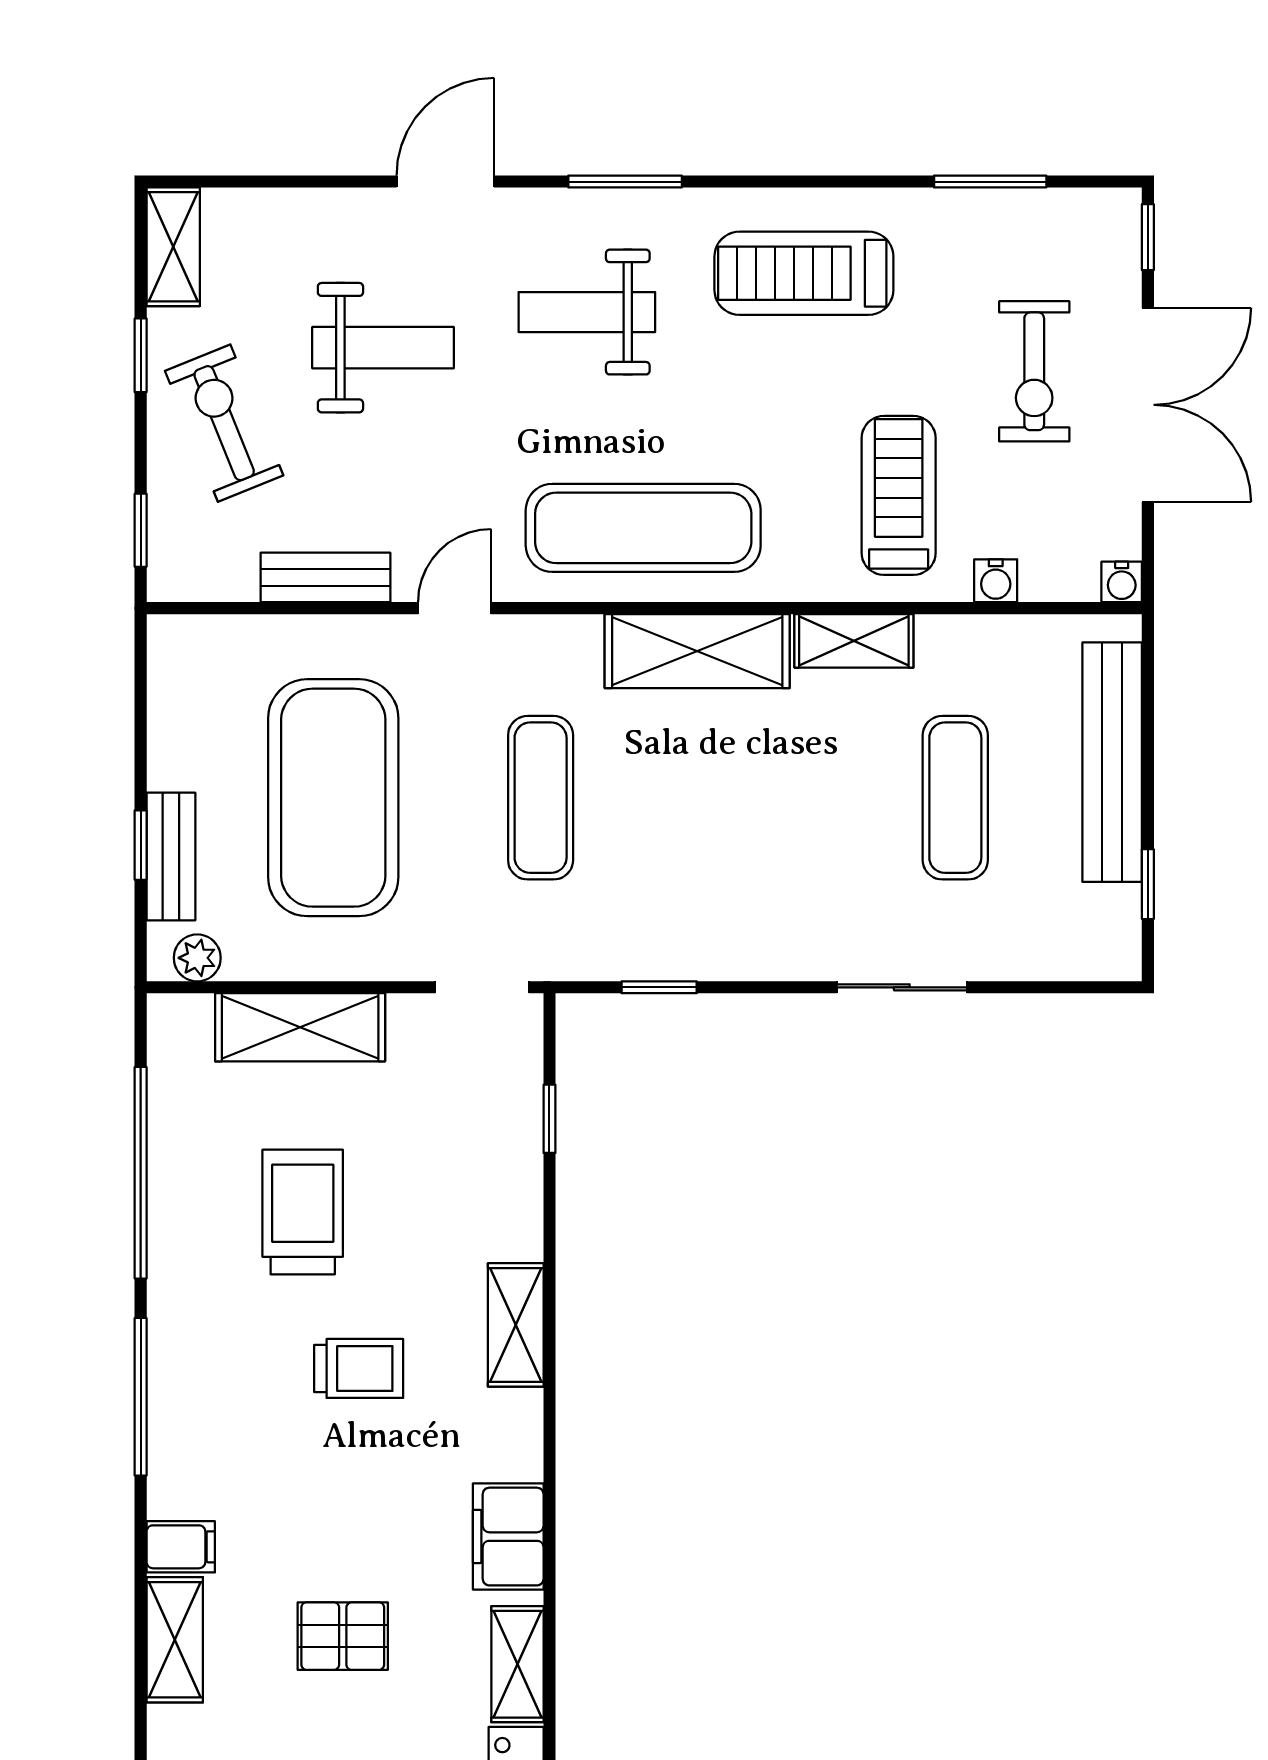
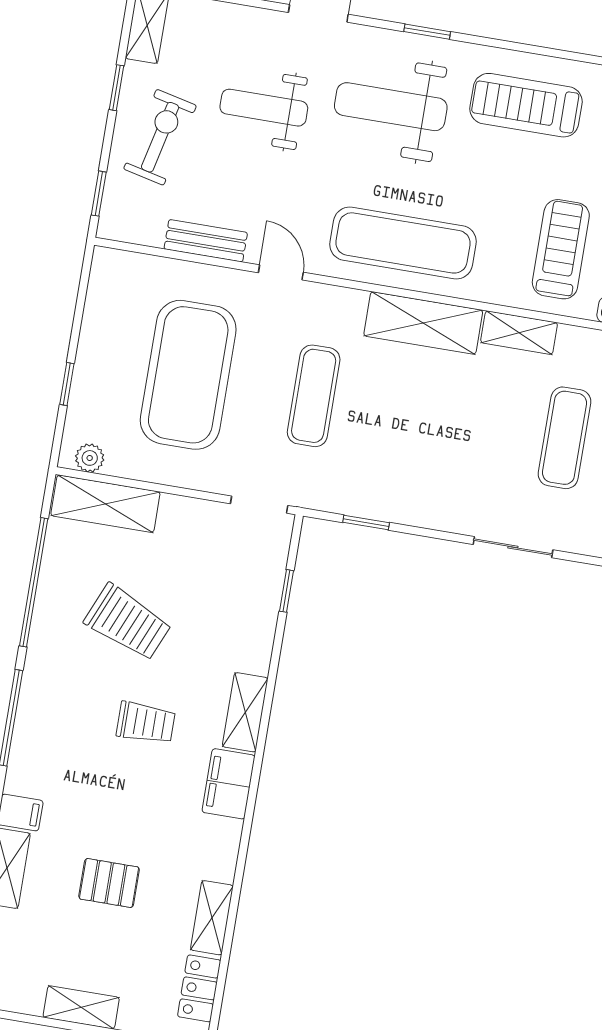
window: (625, 182) -> (427, 32), width x0.67
weight bench: (587, 312) -> (391, 107), width x1.36, depth x1.33
weight bench: (383, 348) -> (264, 108), turned 180
exercise bike: (224, 423) -> (160, 137), turned 35
door: (455, 608) -> (281, 272), hinge flipped
bench: (171, 857) -> (84, 394), removed
shelving: (300, 1027) -> (105, 504), moved
trolley: (303, 1212) -> (128, 622), turned 113
filing cabinet: (508, 1537) -> (229, 784), moved

